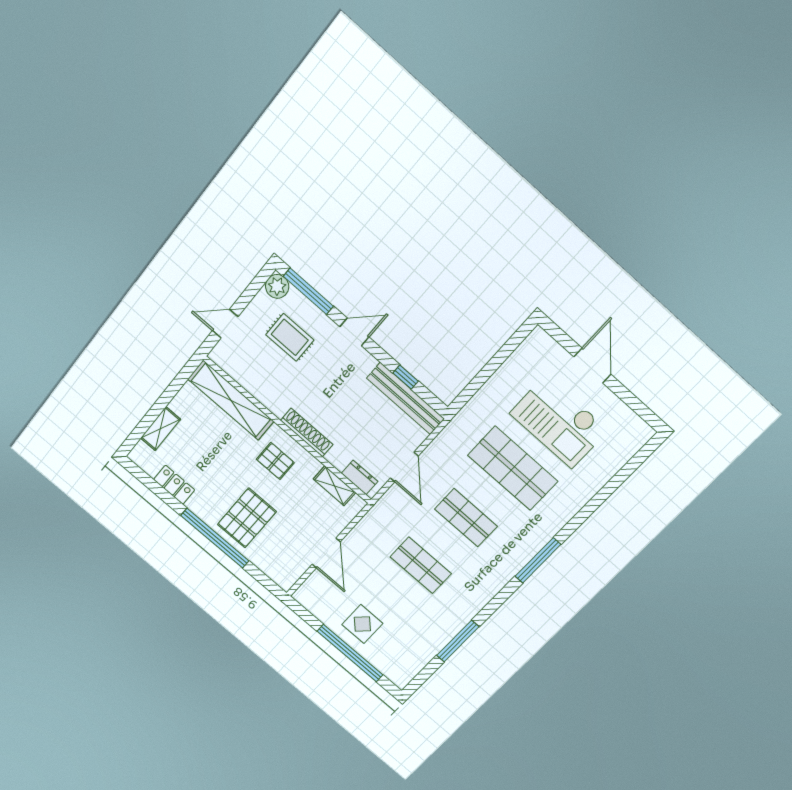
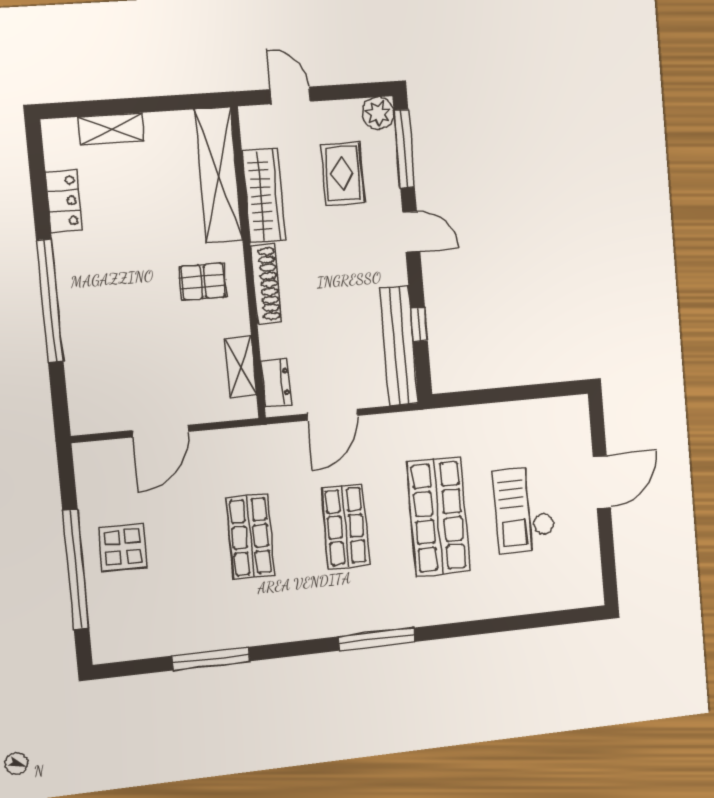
wardrobe: (262, 389) -> (264, 195), added
checkout: (559, 422) -> (524, 510), width x0.73, depth x0.83
pallet: (275, 461) -> (203, 282), turned 90
pallet: (247, 518) -> (110, 313), removed

